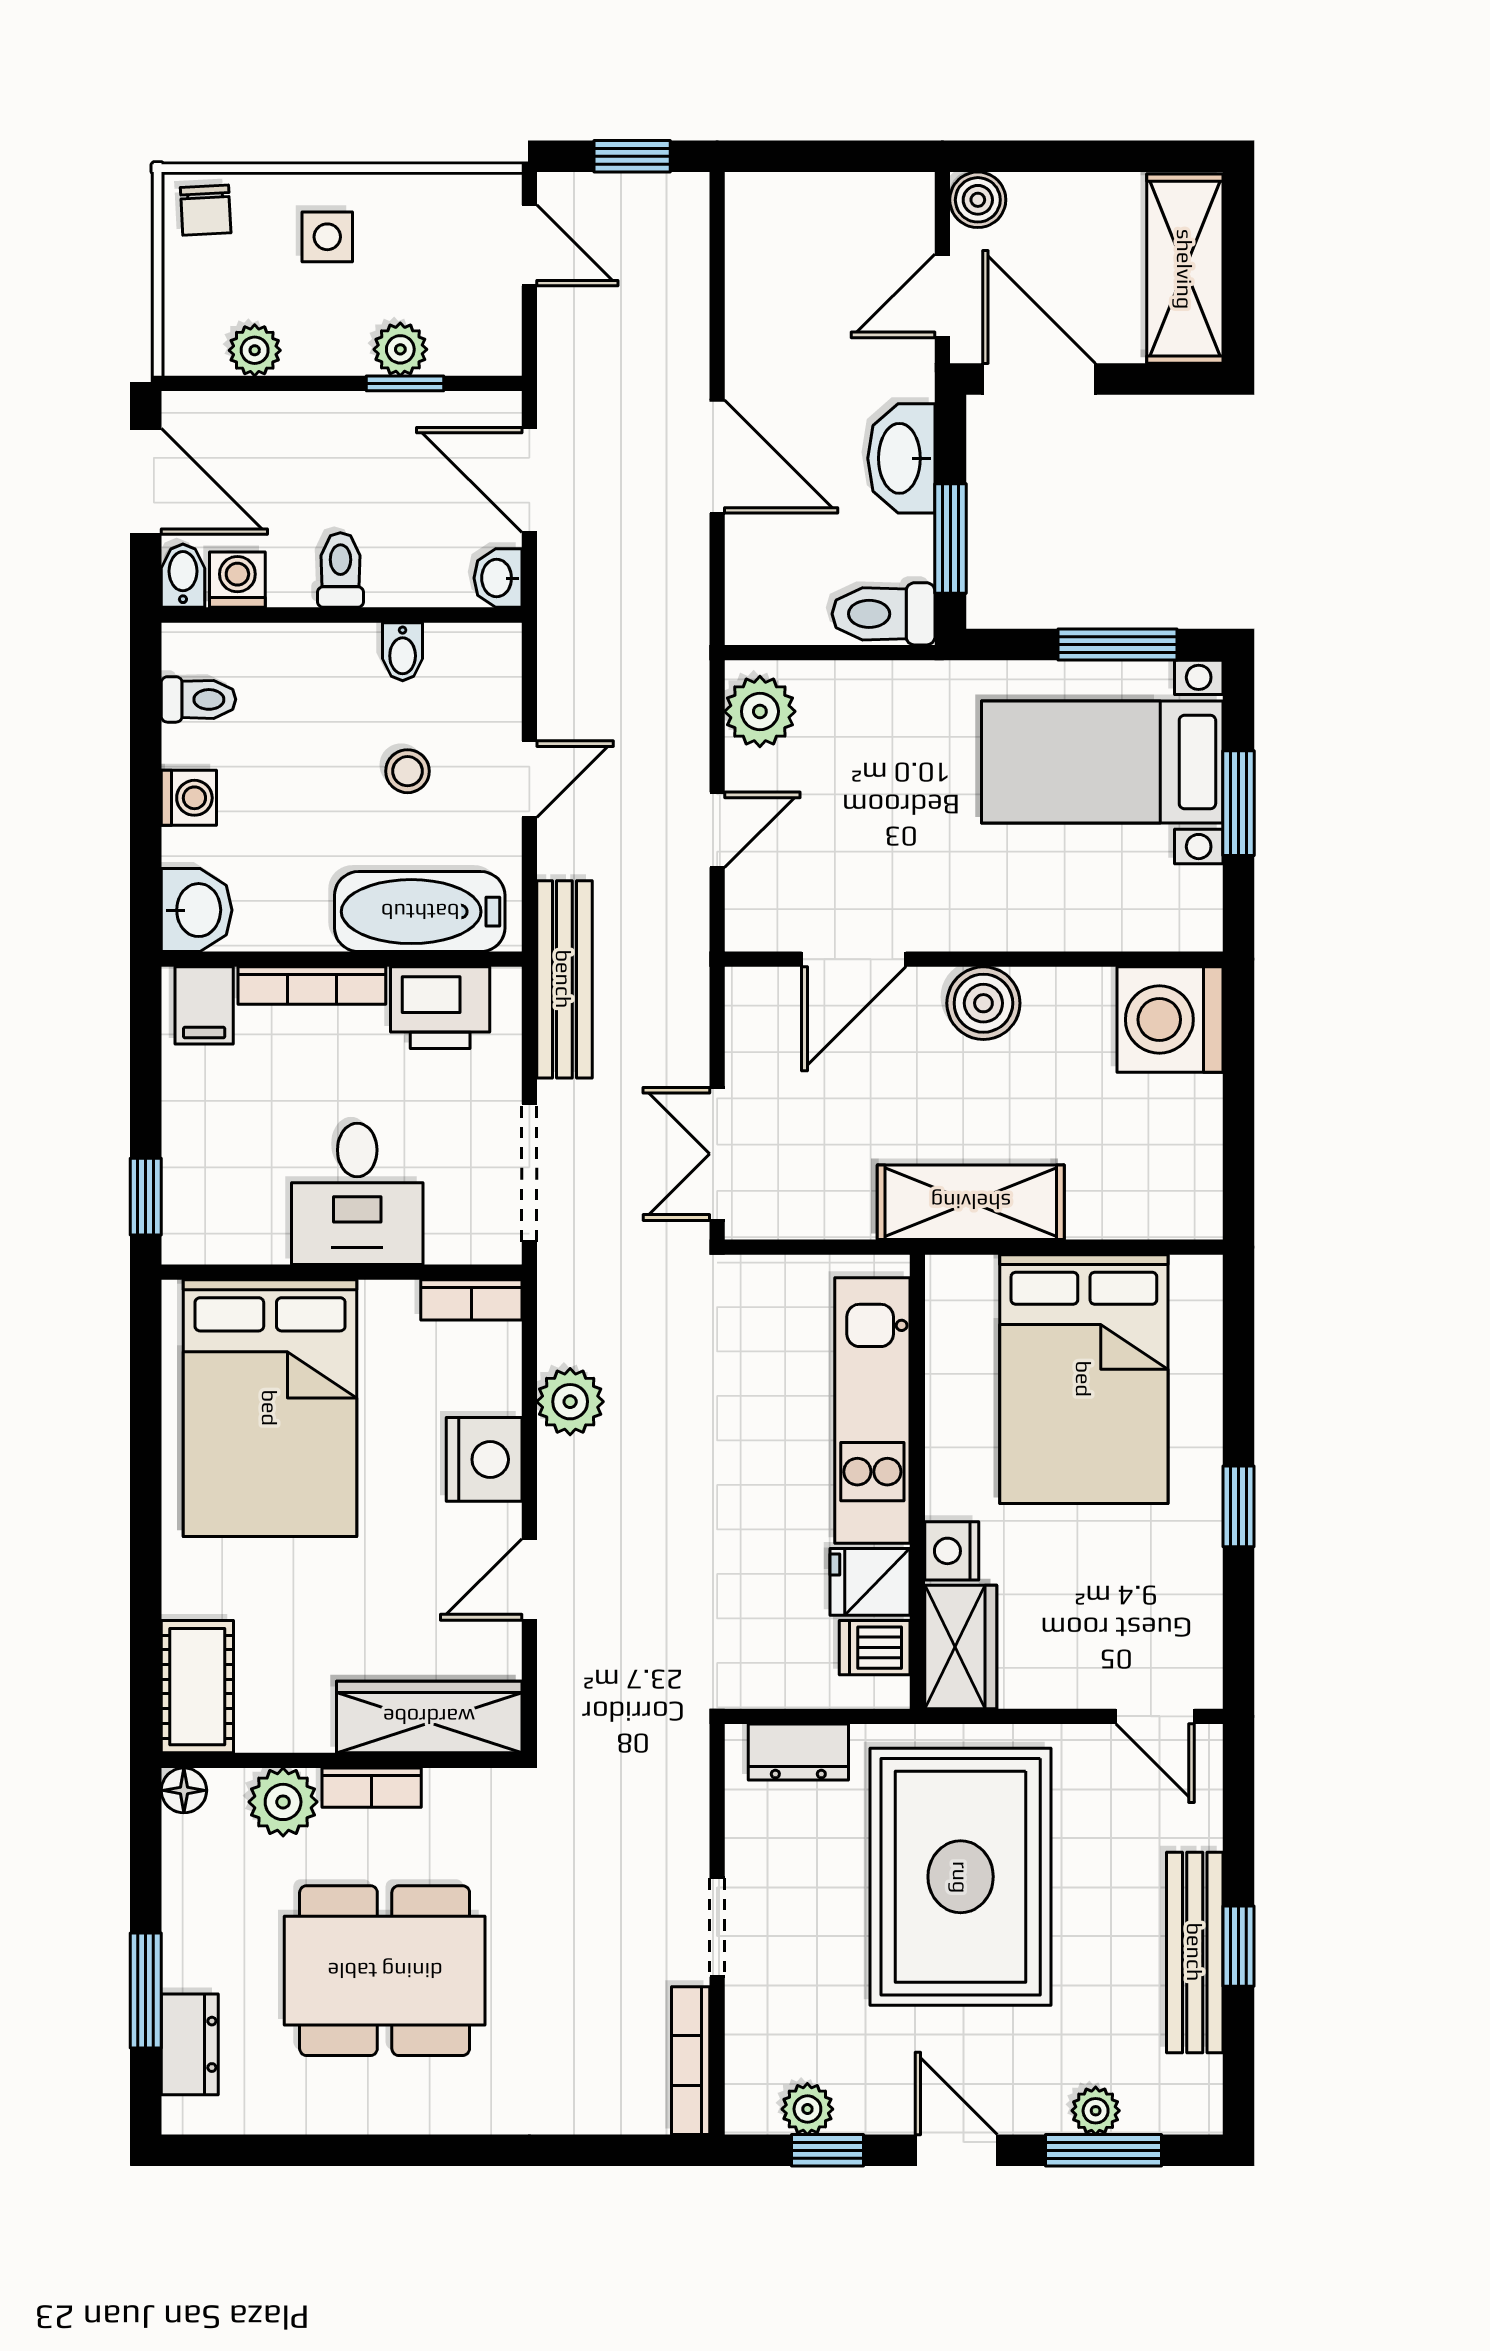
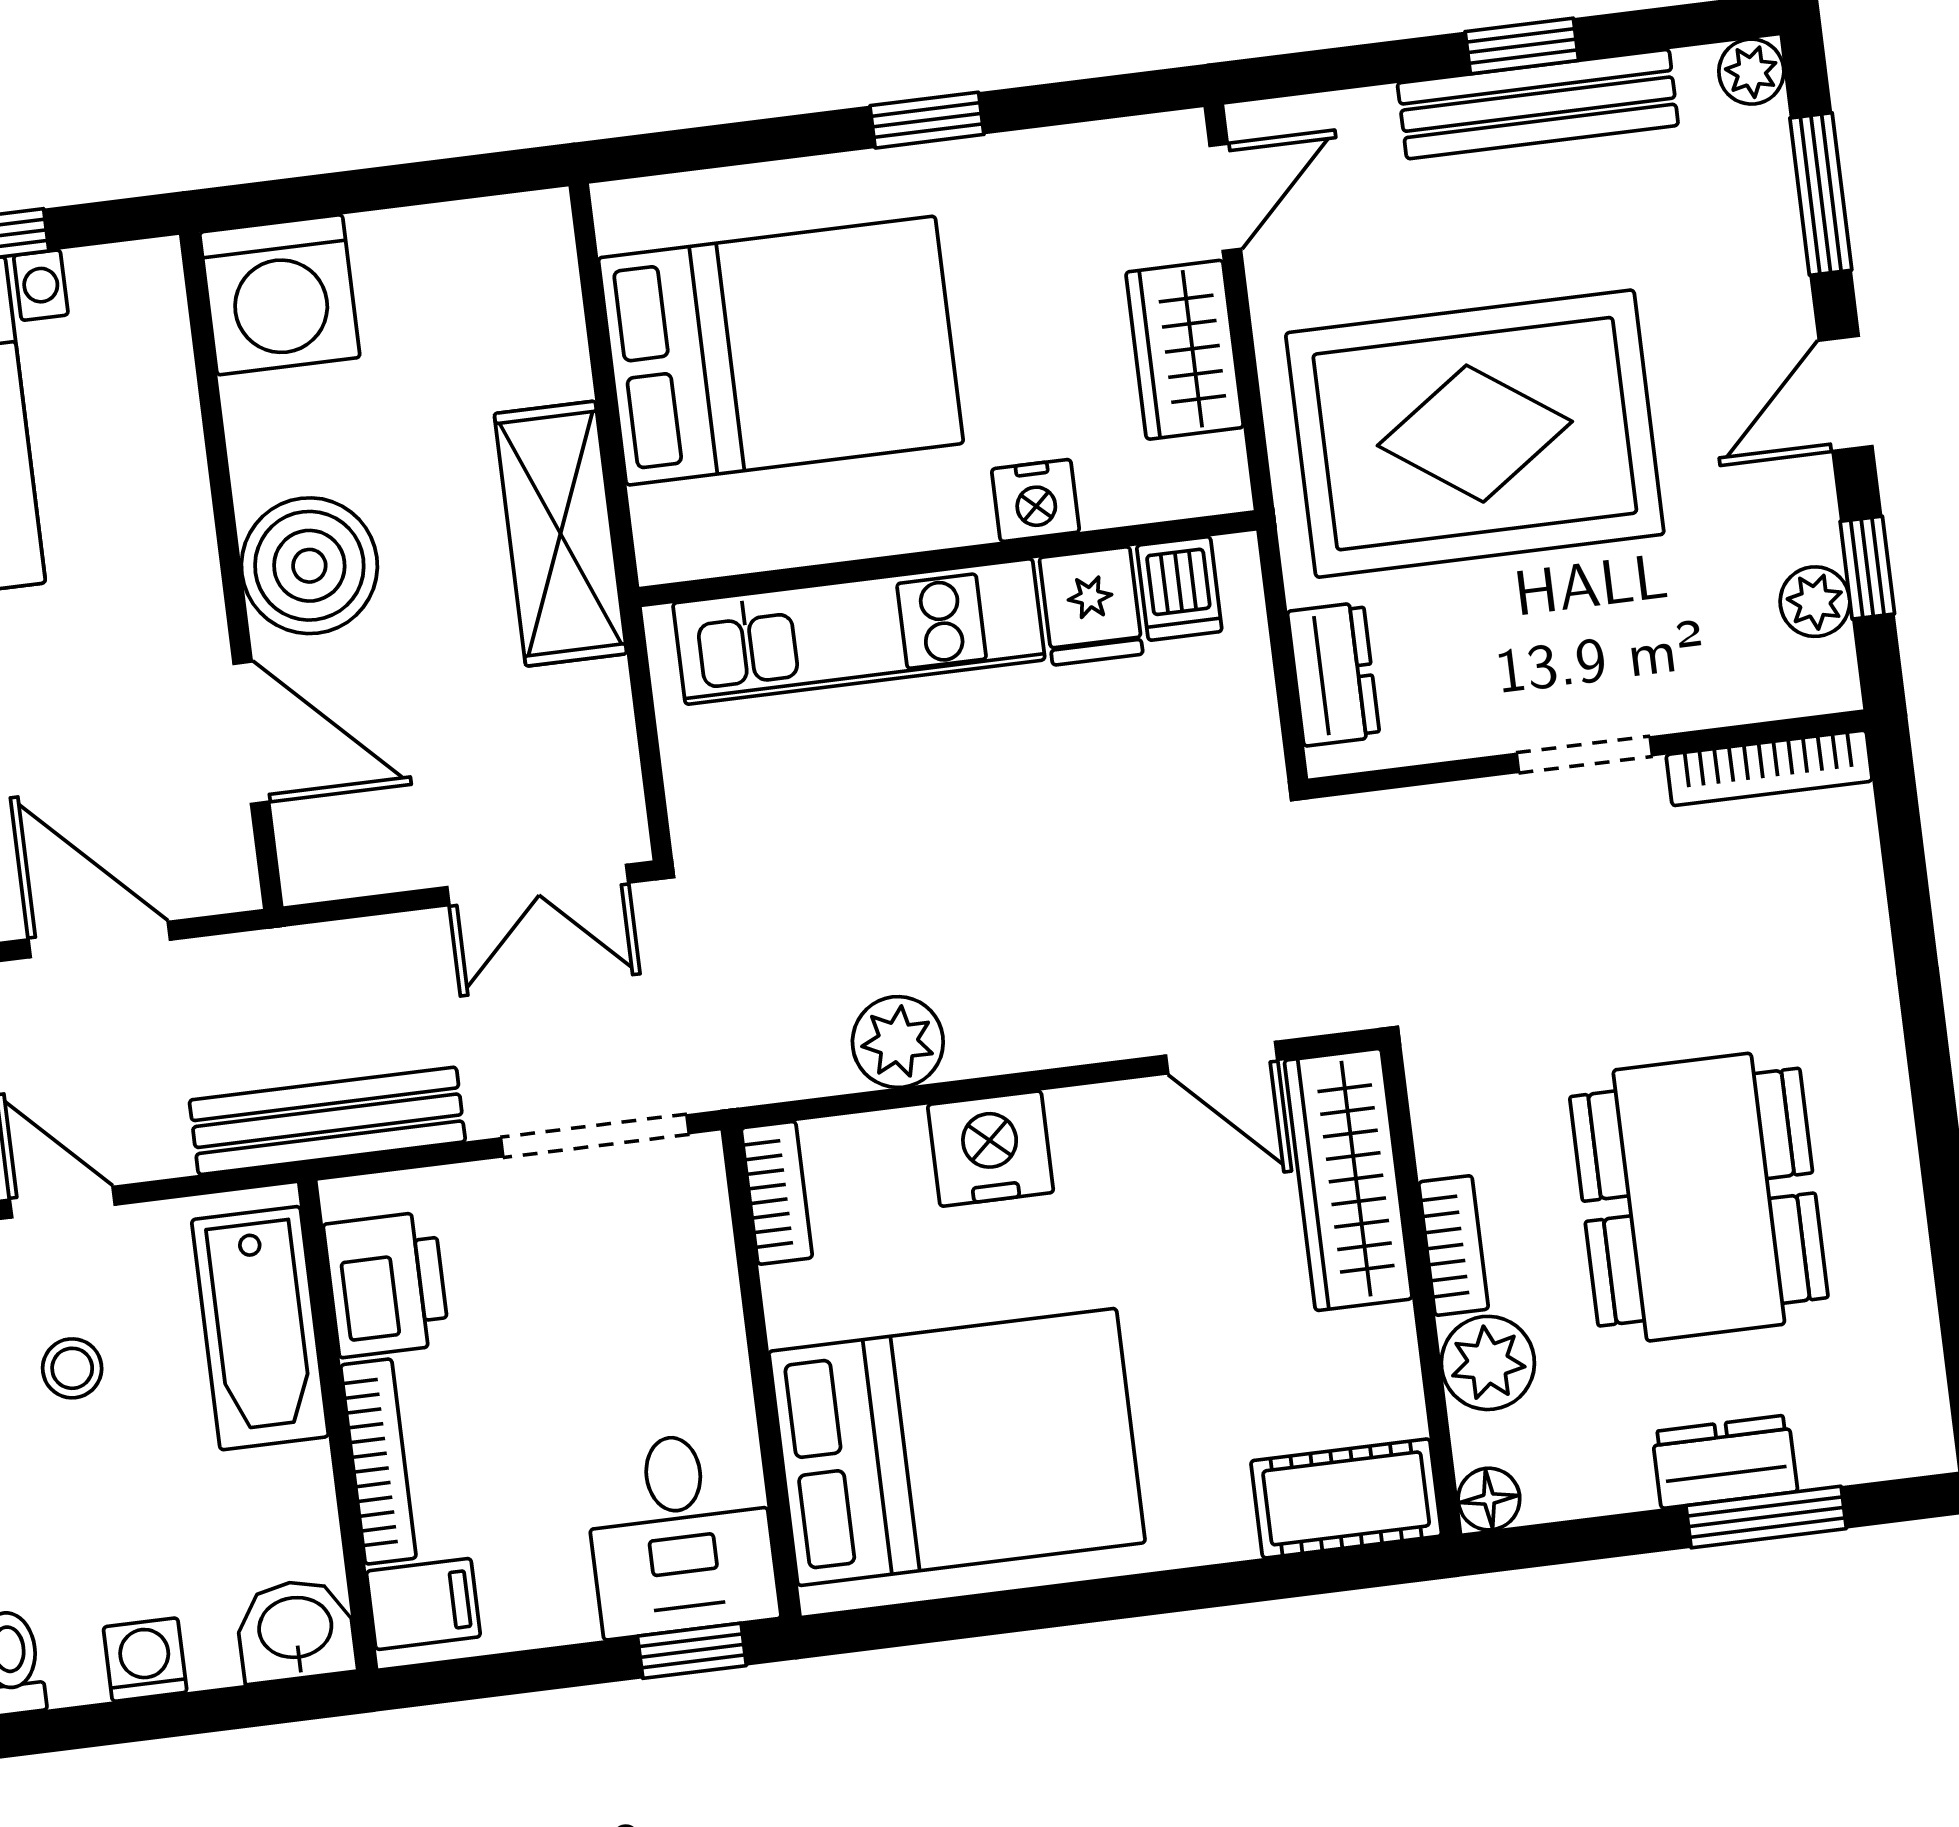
door: (717, 830) -> (99, 940), width x1.38
boiler: (983, 1003) -> (309, 566), width x1.37, depth x1.37
desk: (357, 1194) -> (681, 1534), moved, turned 90
door: (529, 1579) -> (1222, 1058), moved
wardrobe: (961, 1647) -> (1185, 350), moved, turned -90
dresser: (190, 2044) -> (1725, 1462), moved
plant: (1096, 2111) -> (1751, 72), moved

